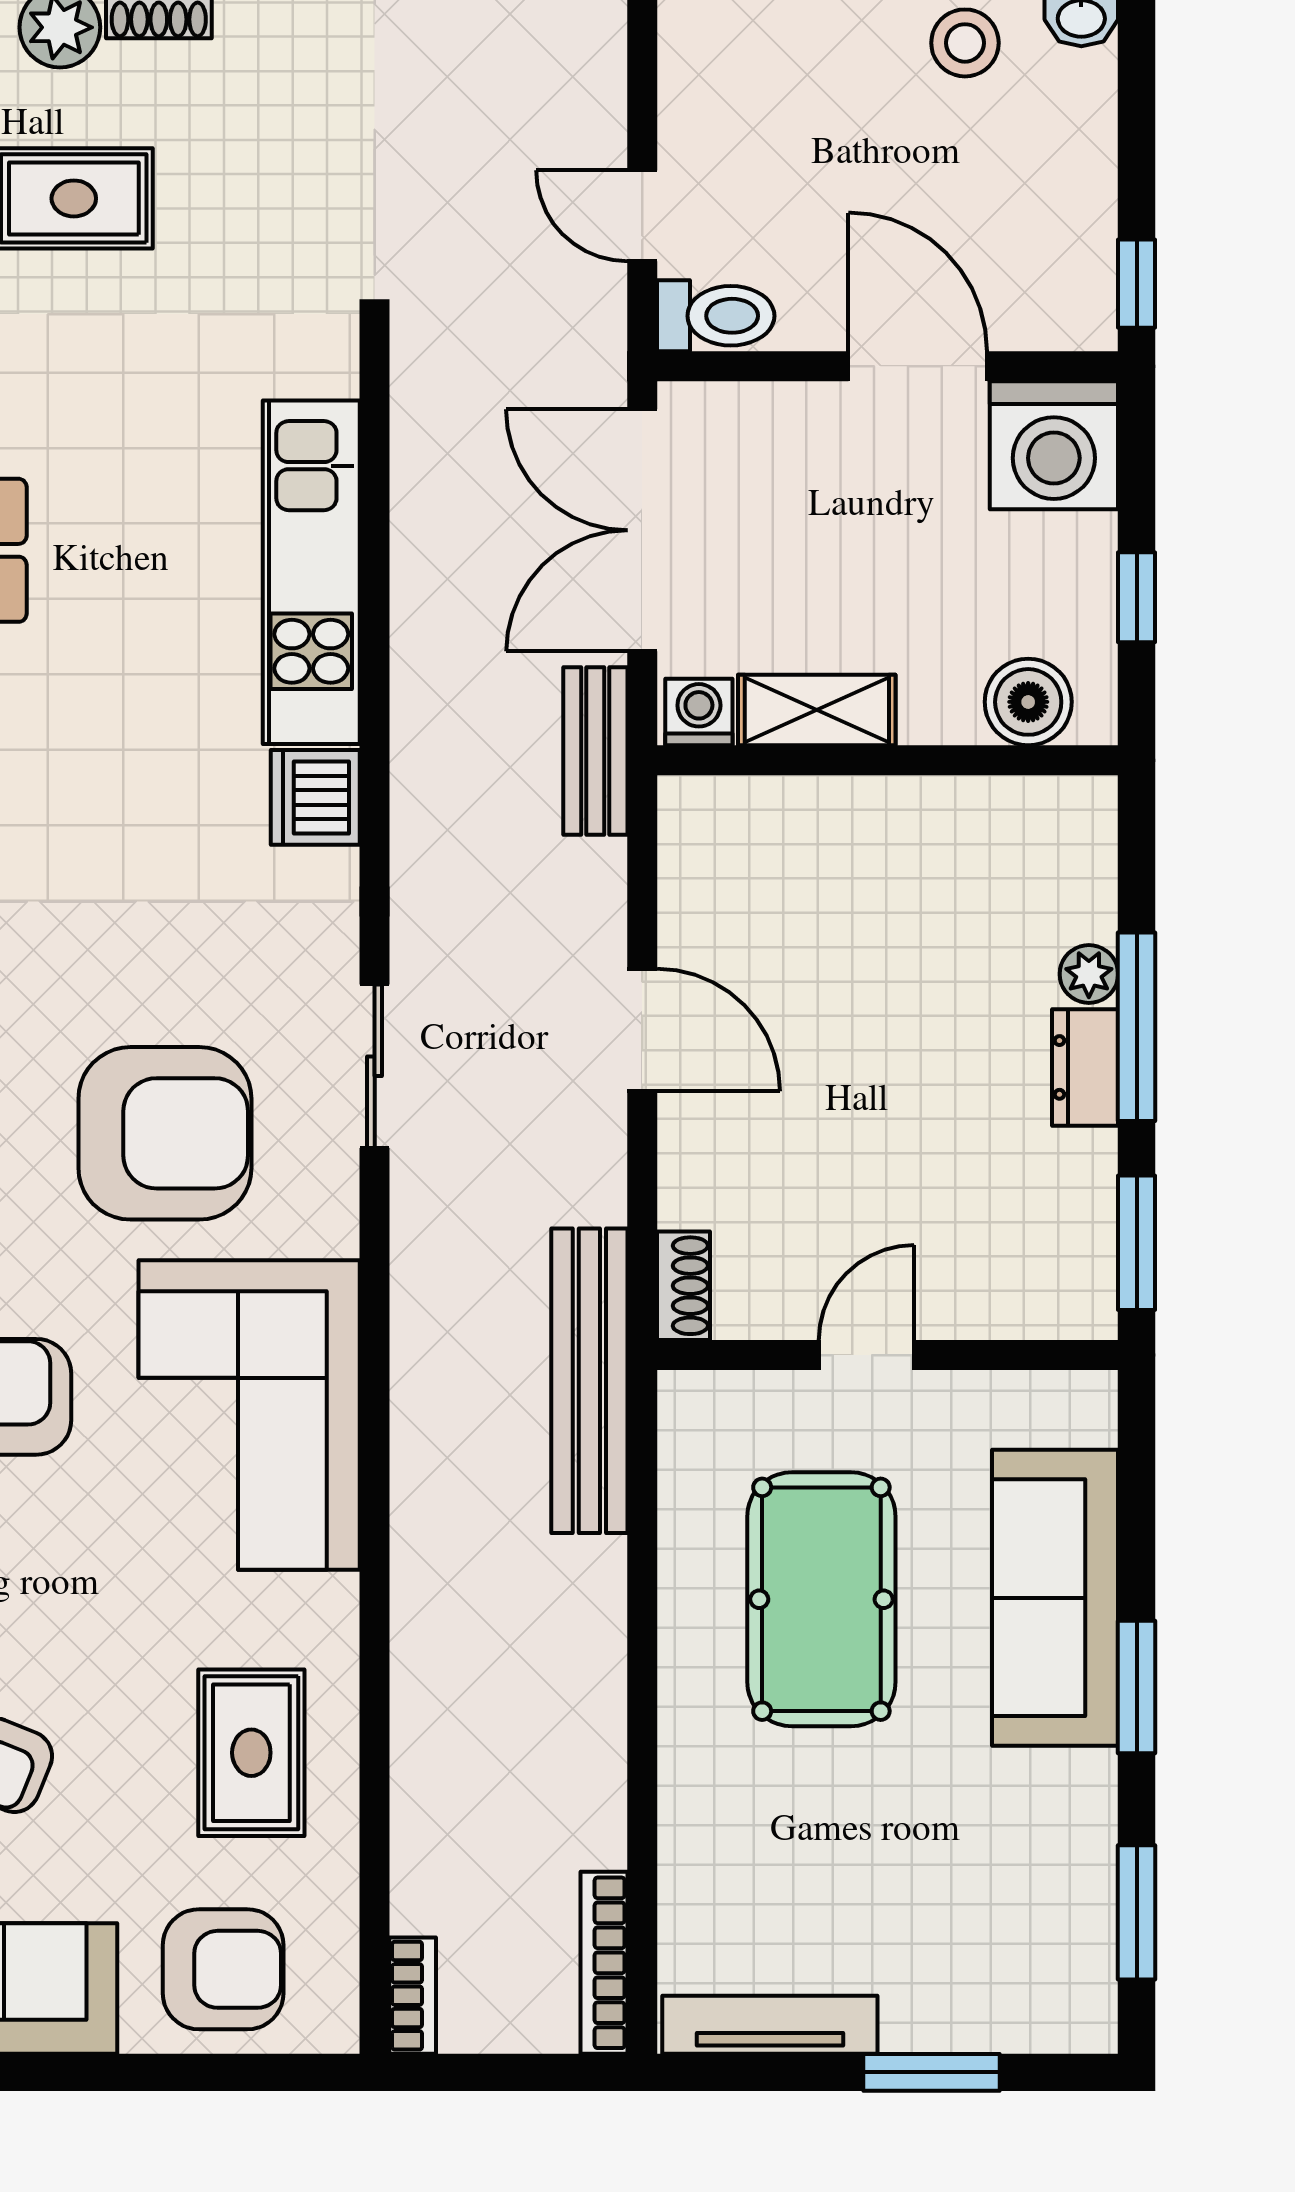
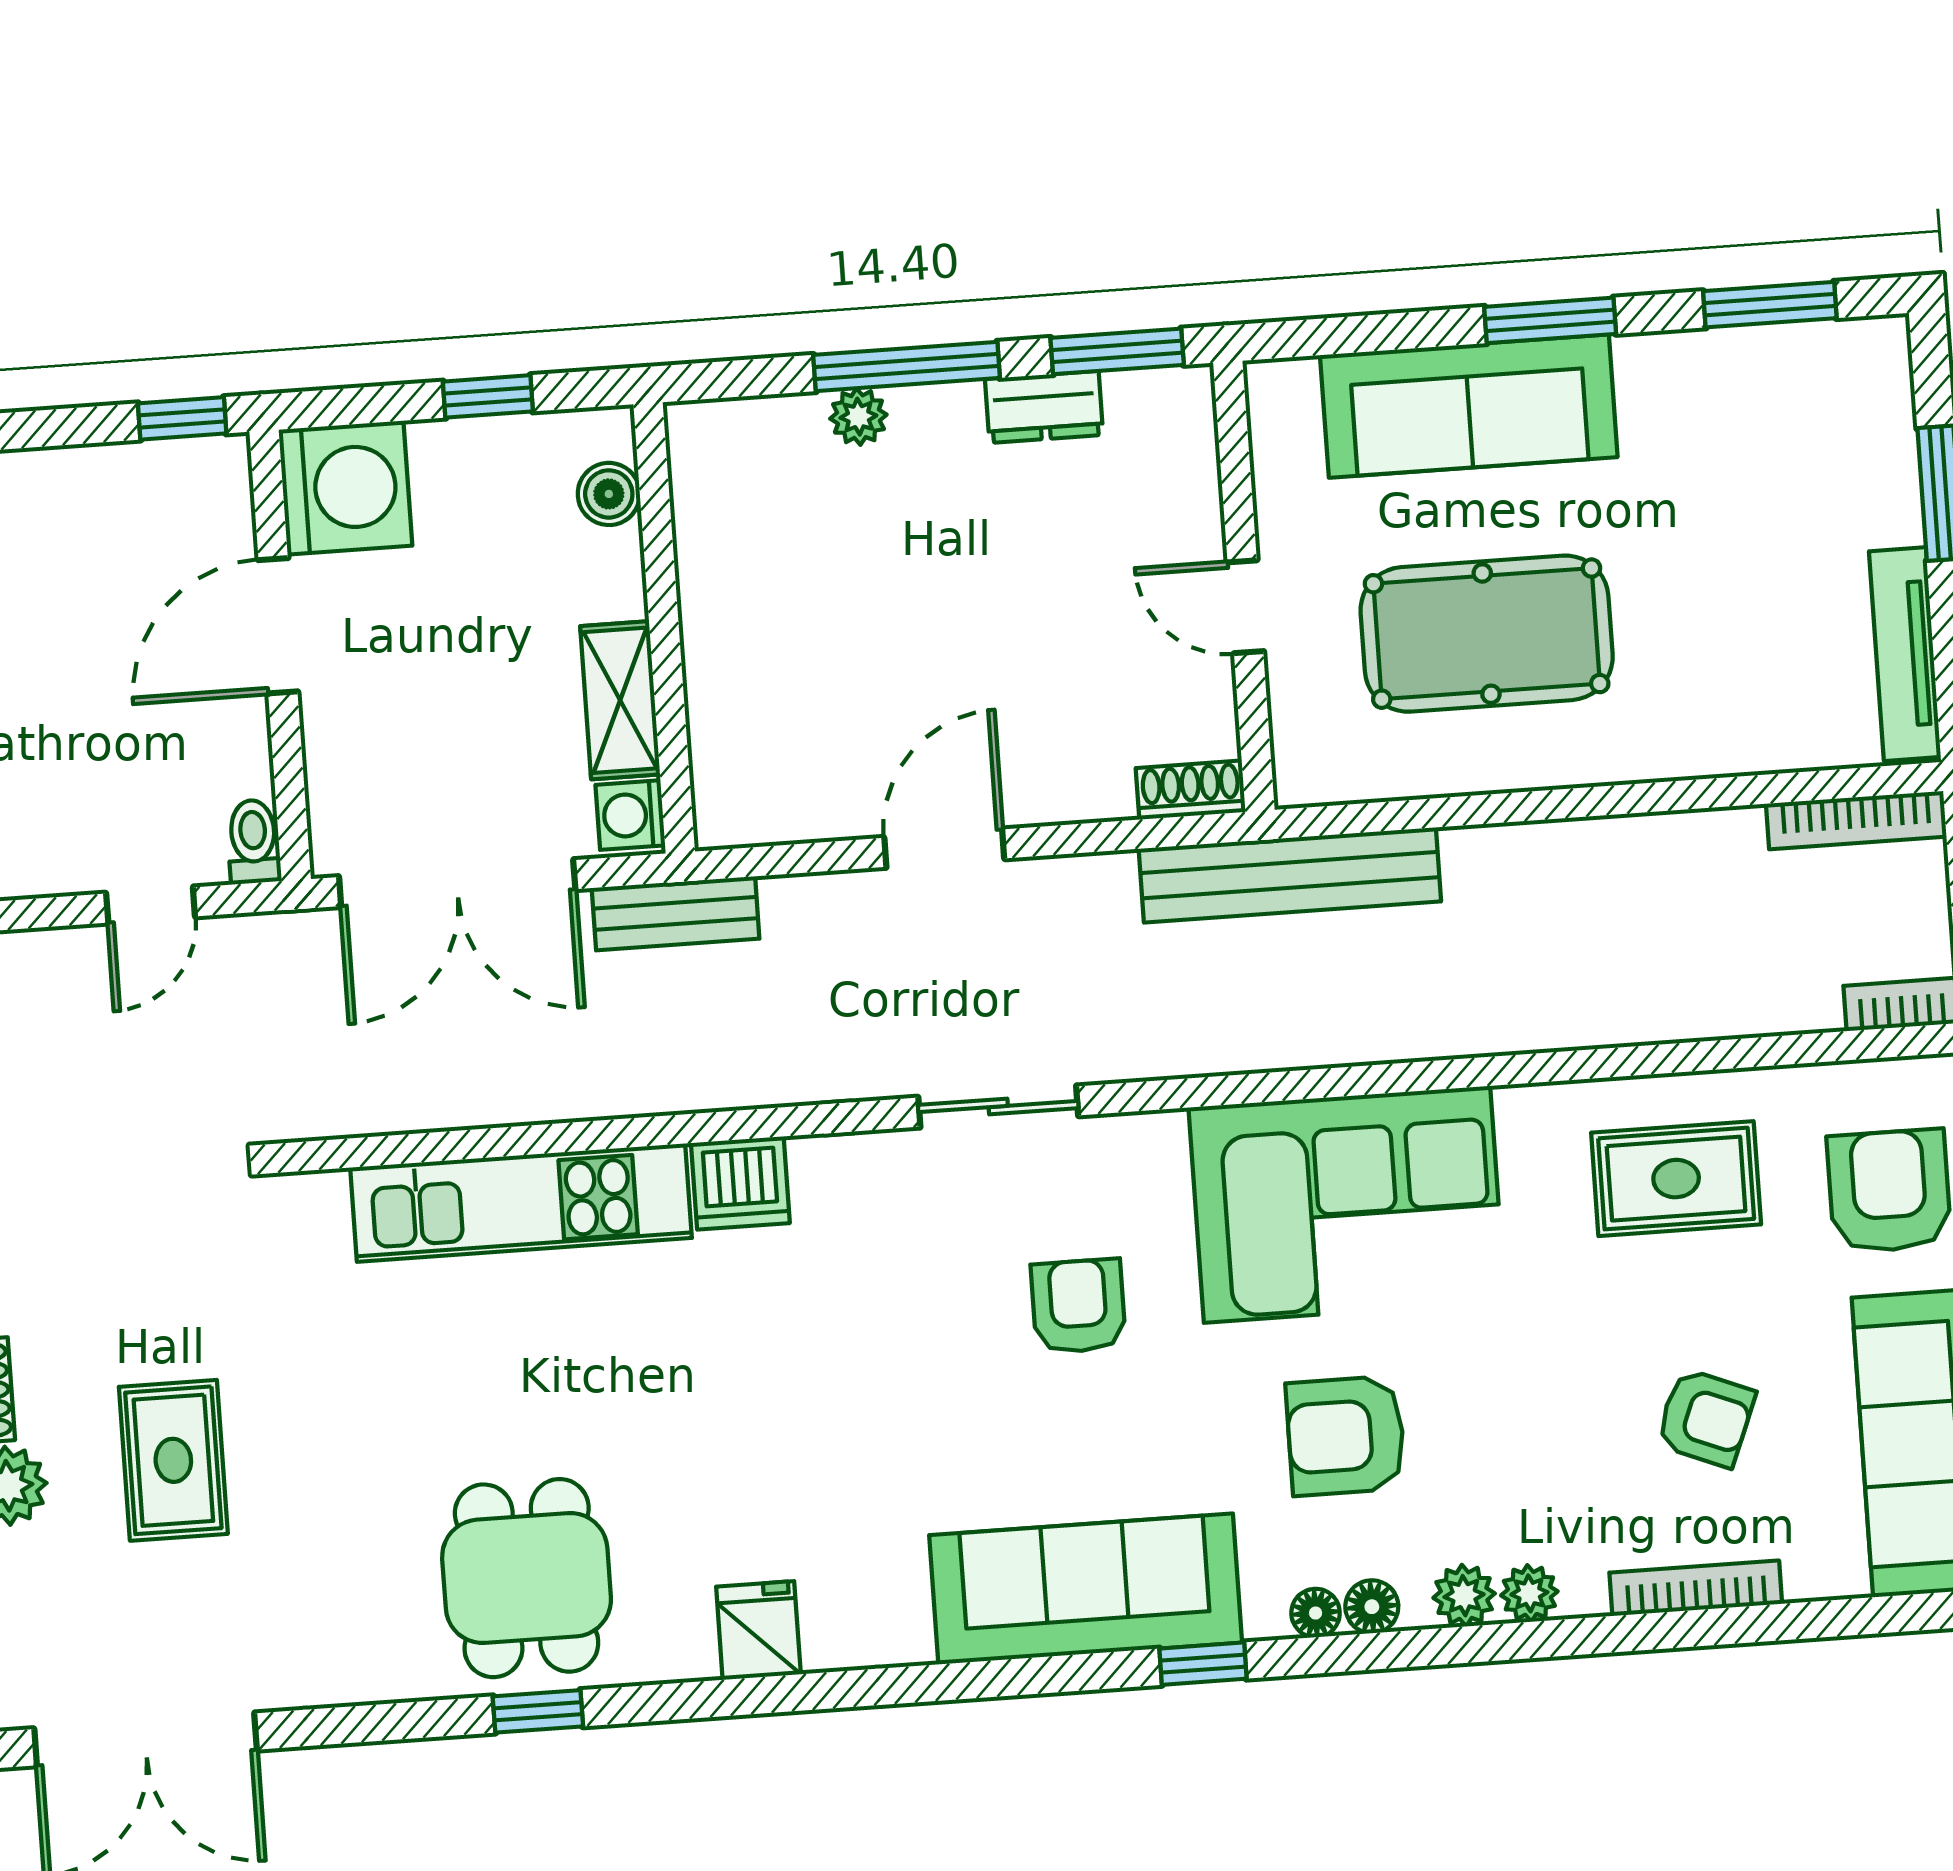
toilet: (716, 316) -> (253, 842), width x0.73, depth x0.72
boiler: (1028, 702) -> (609, 494), width x0.73, depth x0.73
dresser: (1085, 1067) -> (1044, 407), moved
armchair: (165, 1133) -> (1078, 1306), width x0.53, depth x0.53

